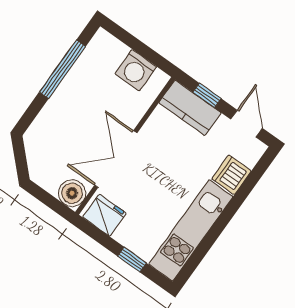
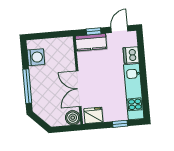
window: (62, 69) -> (27, 86), moved
washing machine: (136, 70) -> (36, 57), moved, turned -90
door: (247, 124) -> (119, 29), hinge flipped

